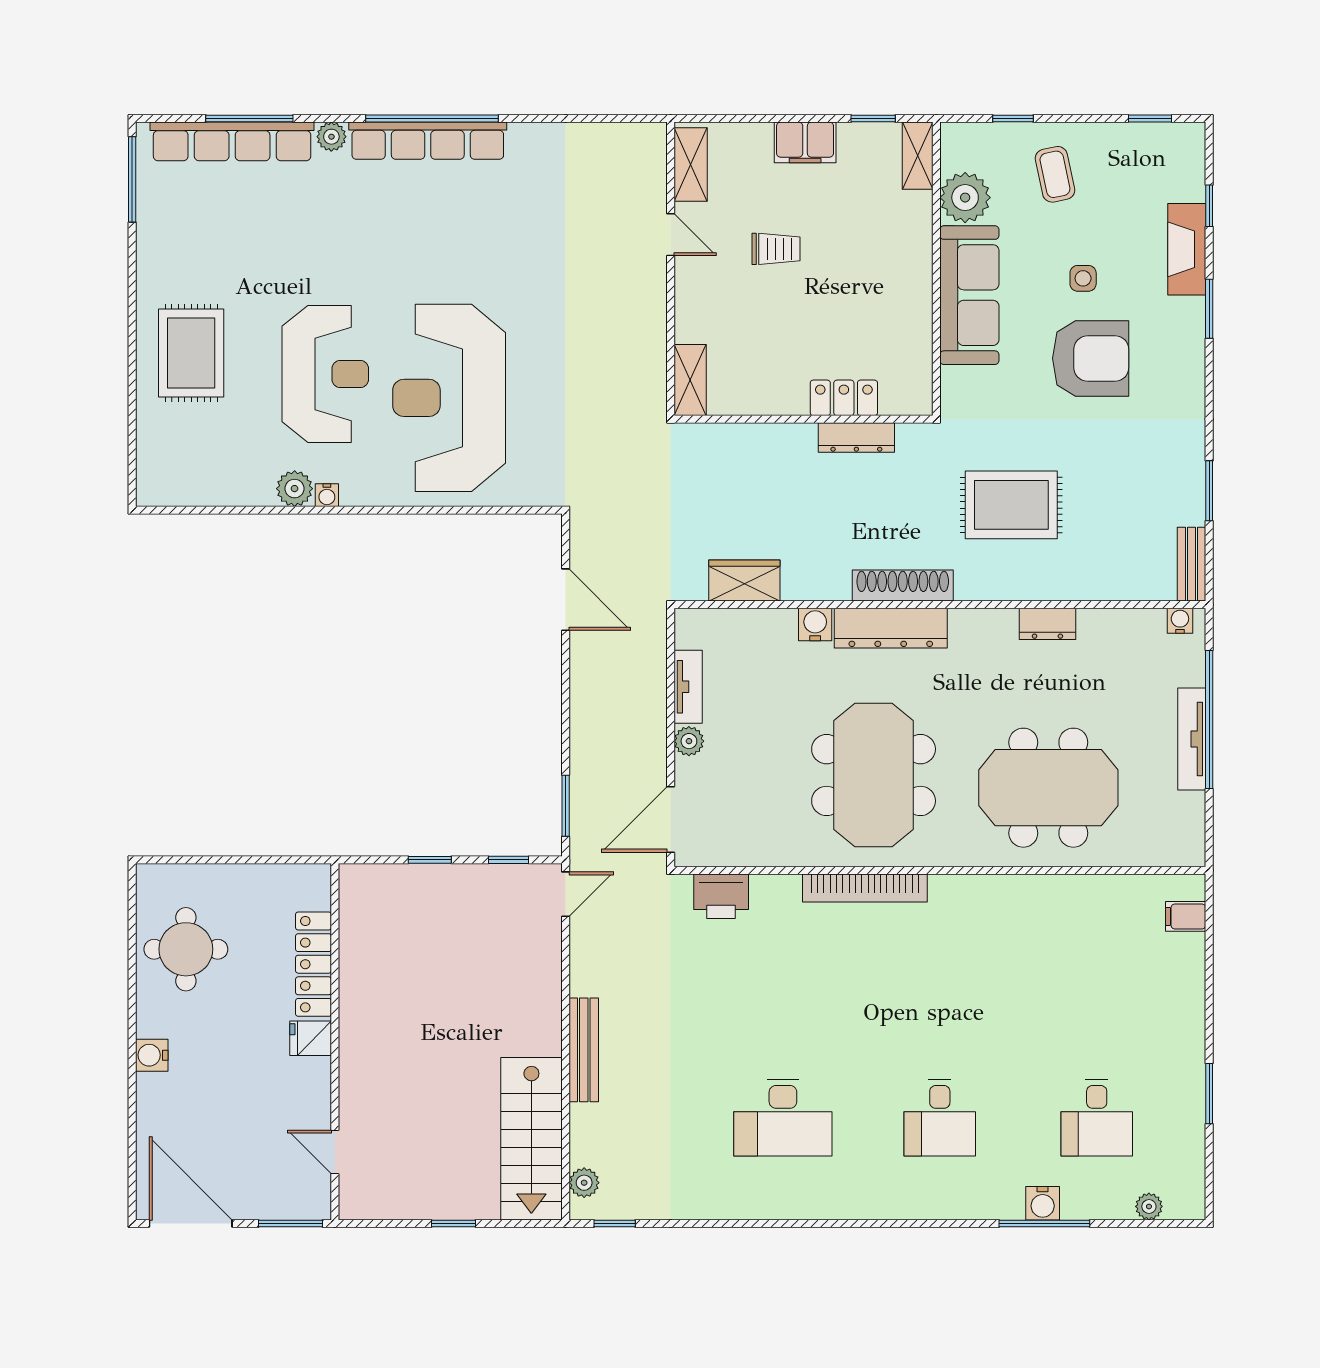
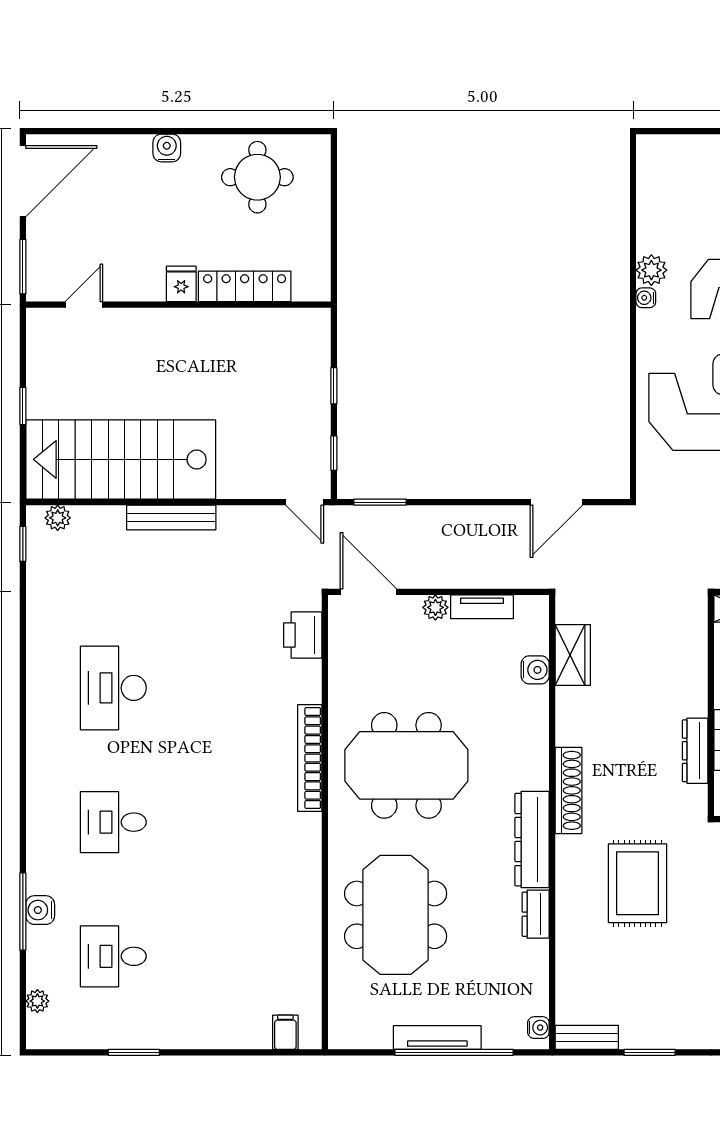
water cooler: (815, 624) -> (535, 670), moved
dresser: (891, 628) -> (532, 840), moved
stairs: (531, 1139) -> (121, 459), width x1.36, depth x1.51

